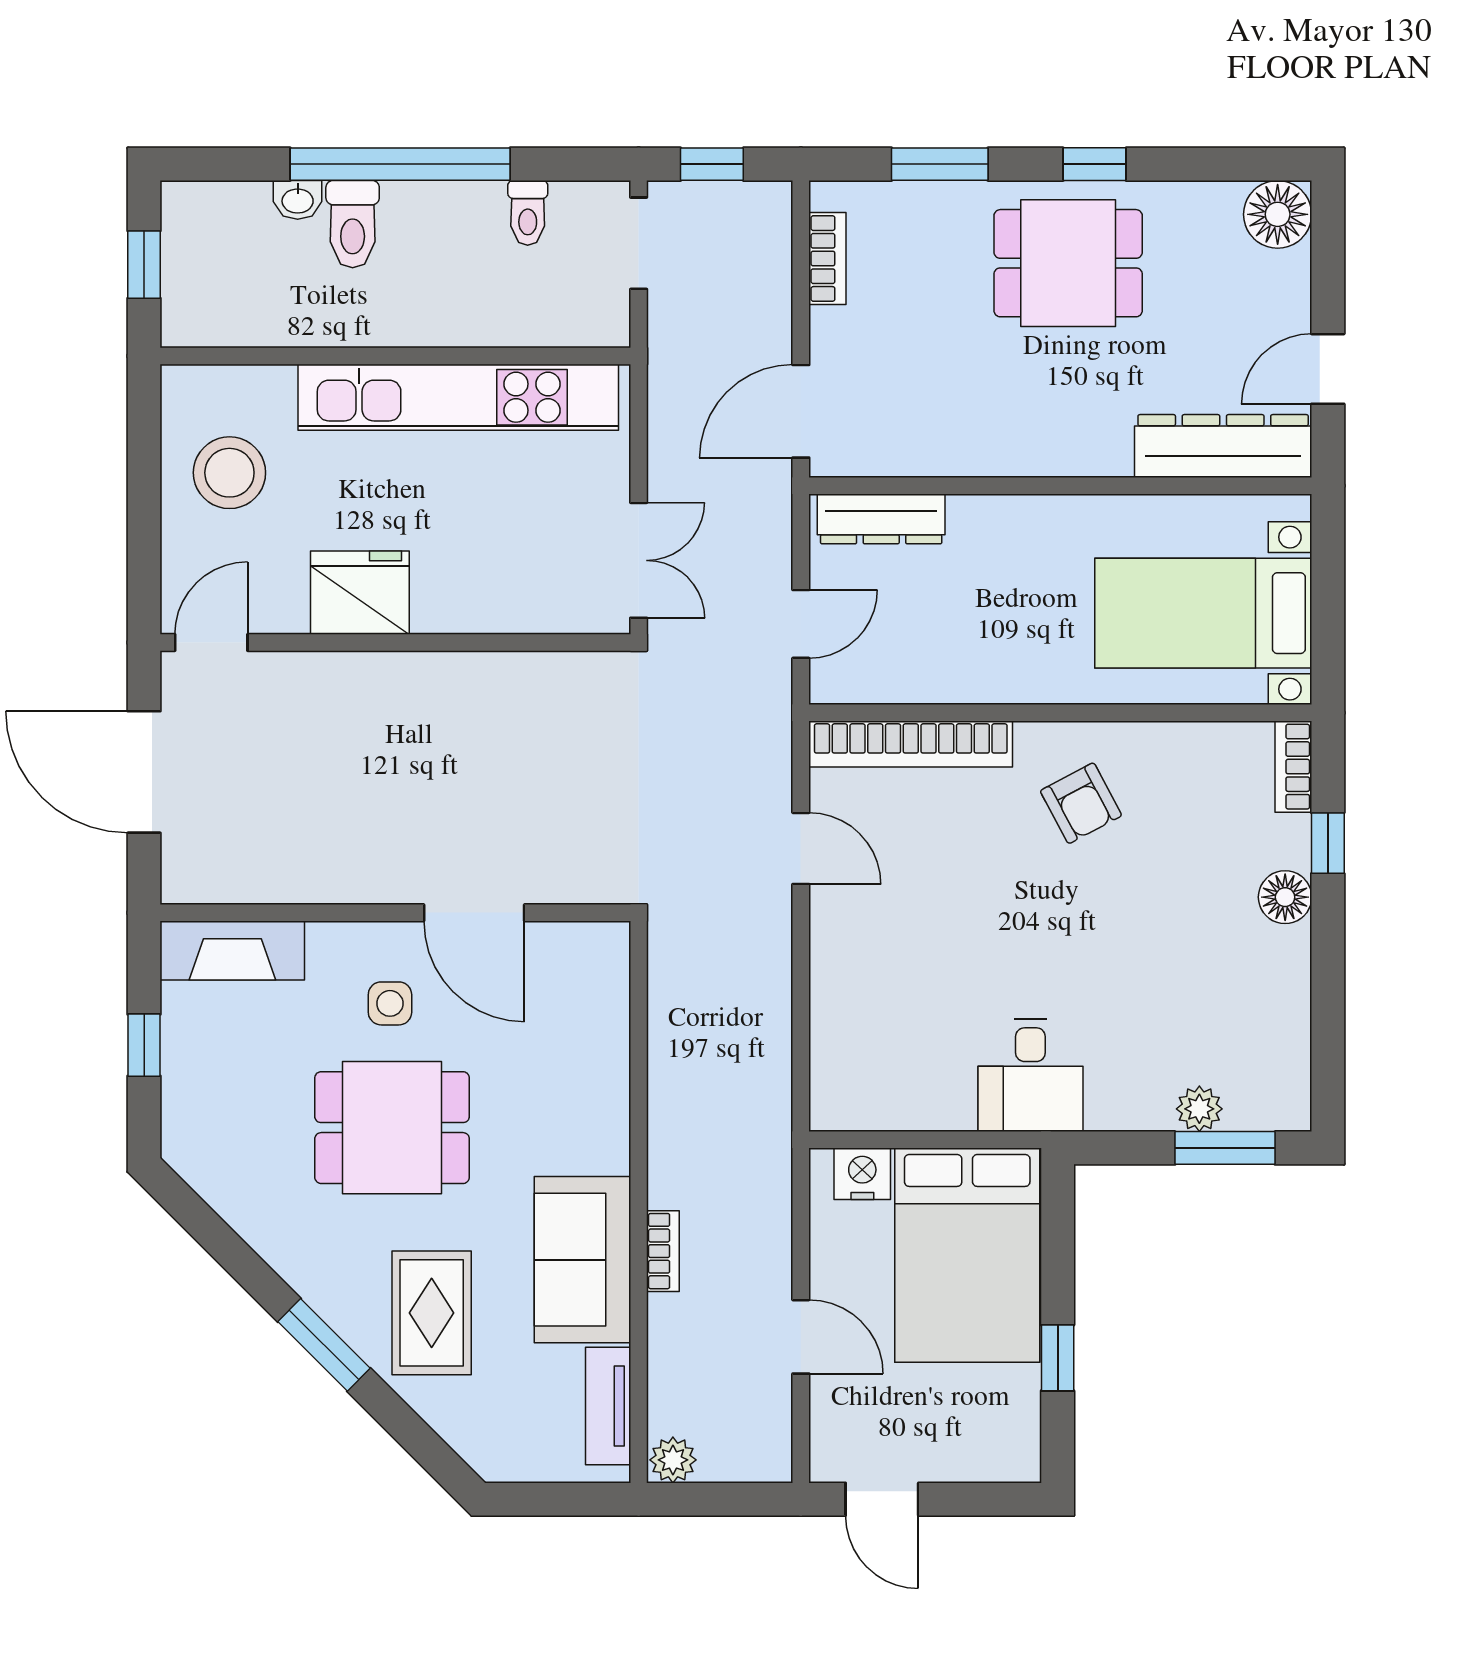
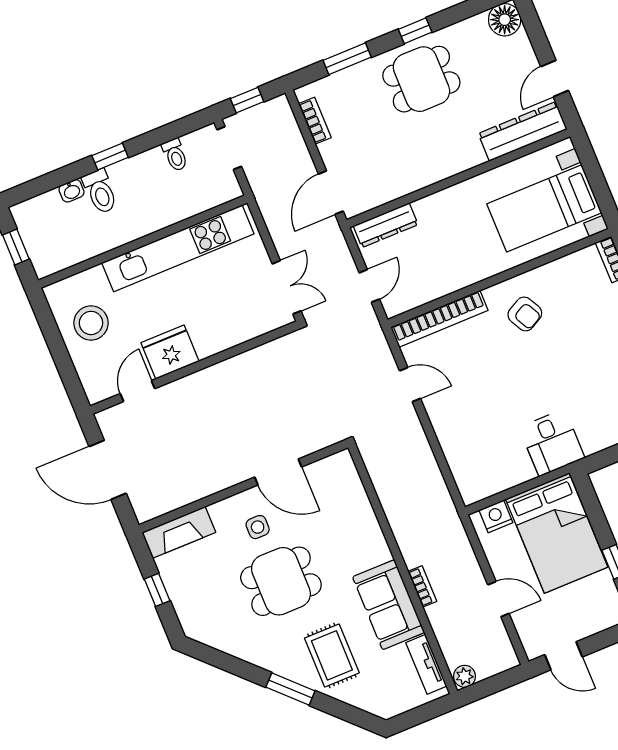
window: (400, 164) -> (110, 157), width x0.32
door: (211, 643) -> (137, 391), moved

